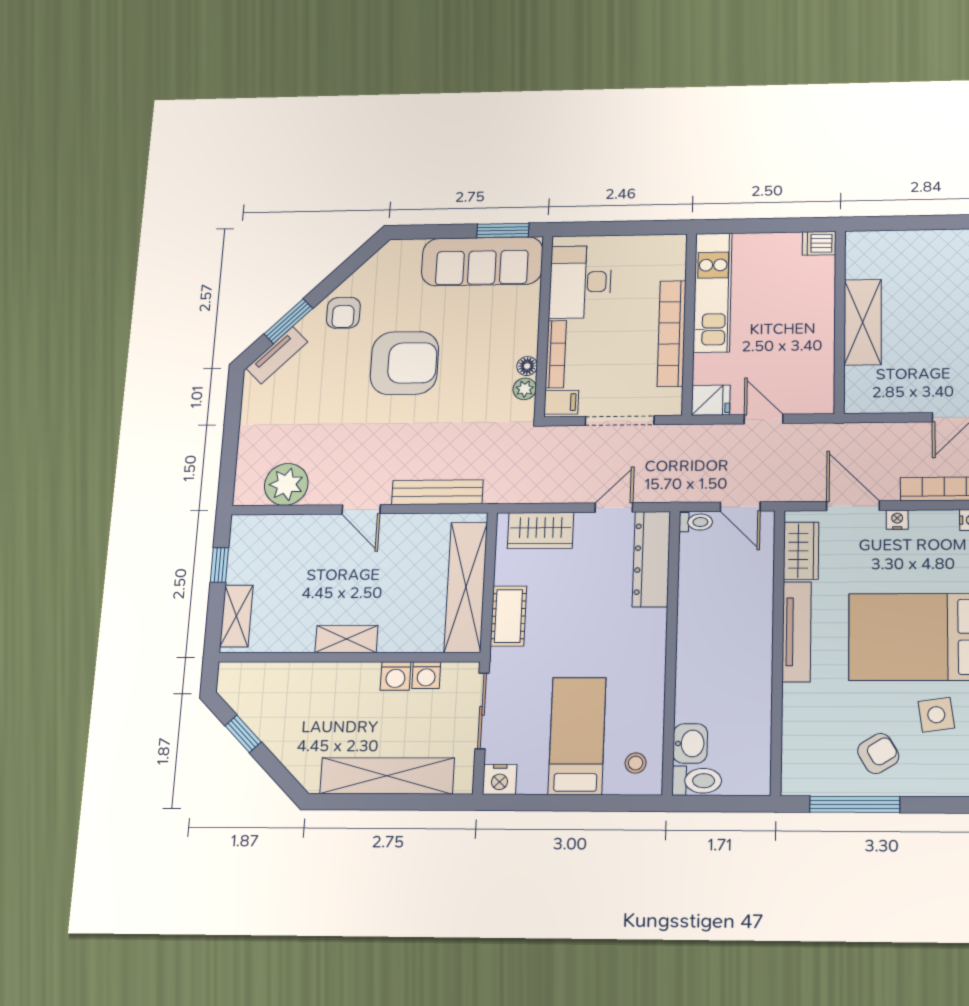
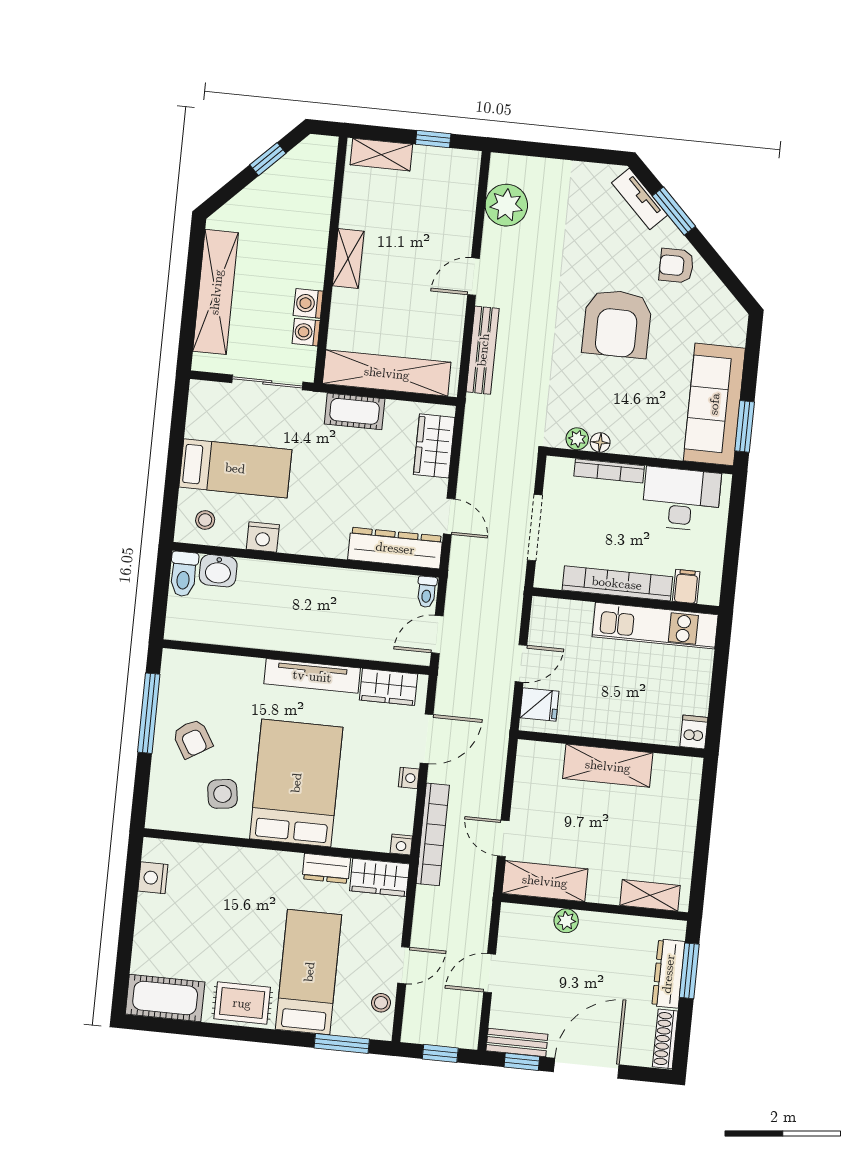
fridge: (711, 400) -> (539, 705), moved, turned -90
filing cabinet: (561, 402) -> (686, 586), moved, turned 180
nightstand: (500, 779) -> (263, 537), moved, turned -90

